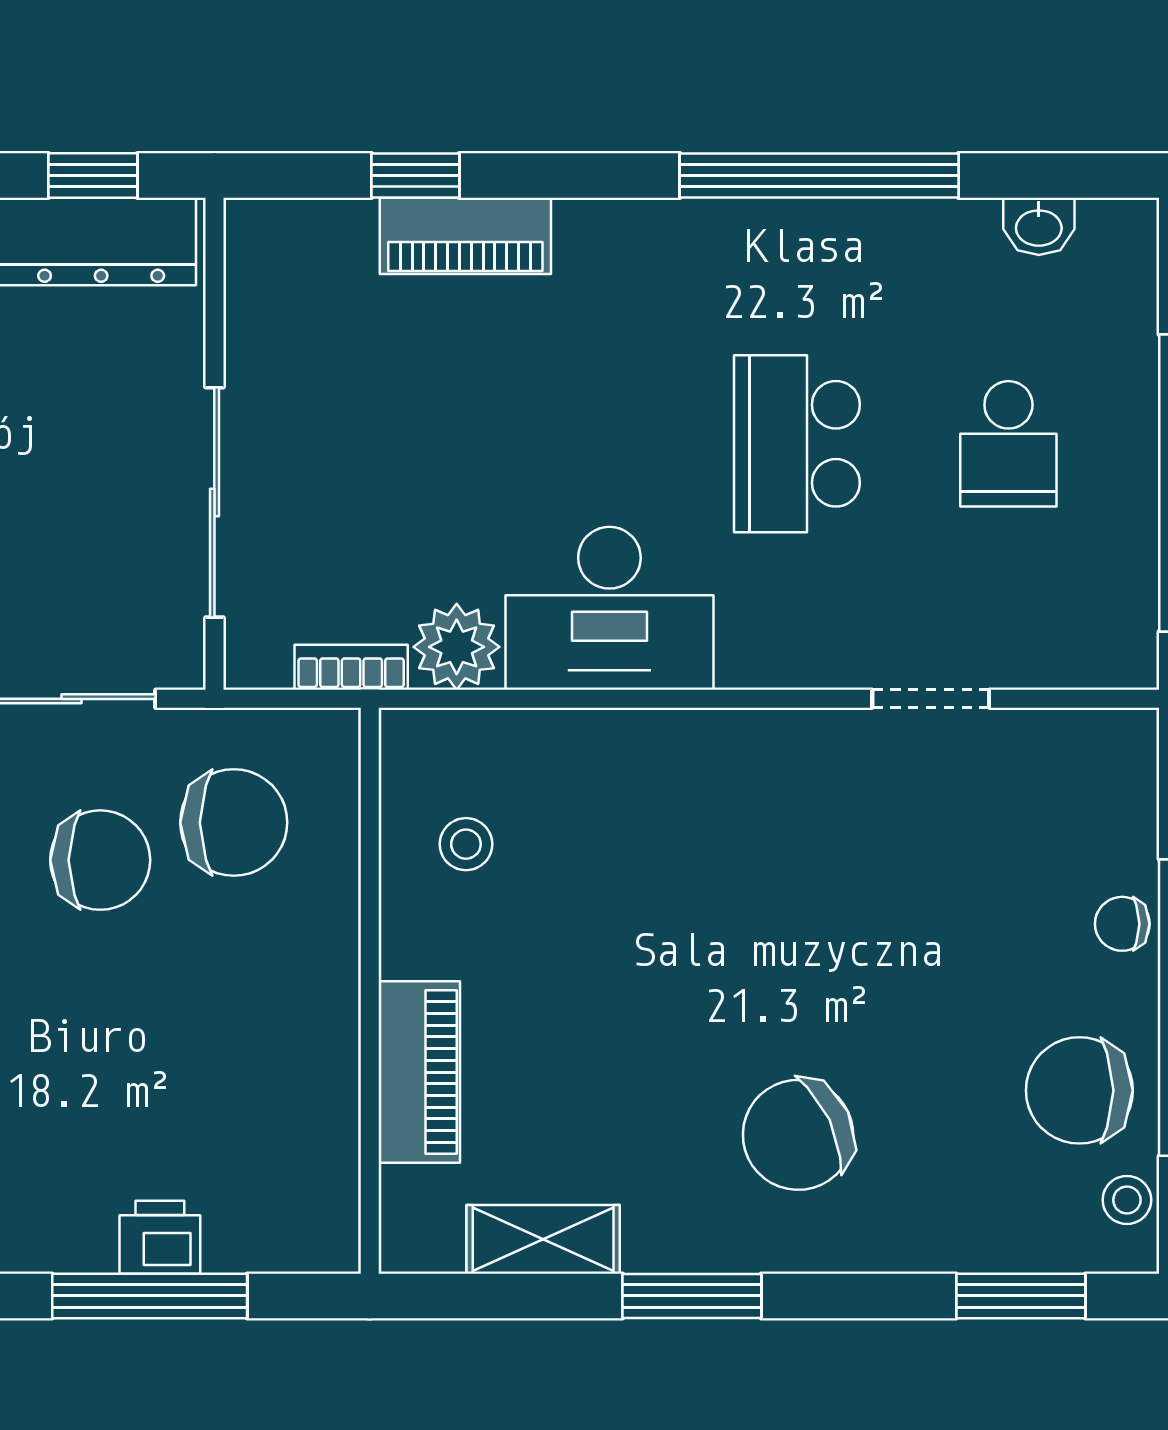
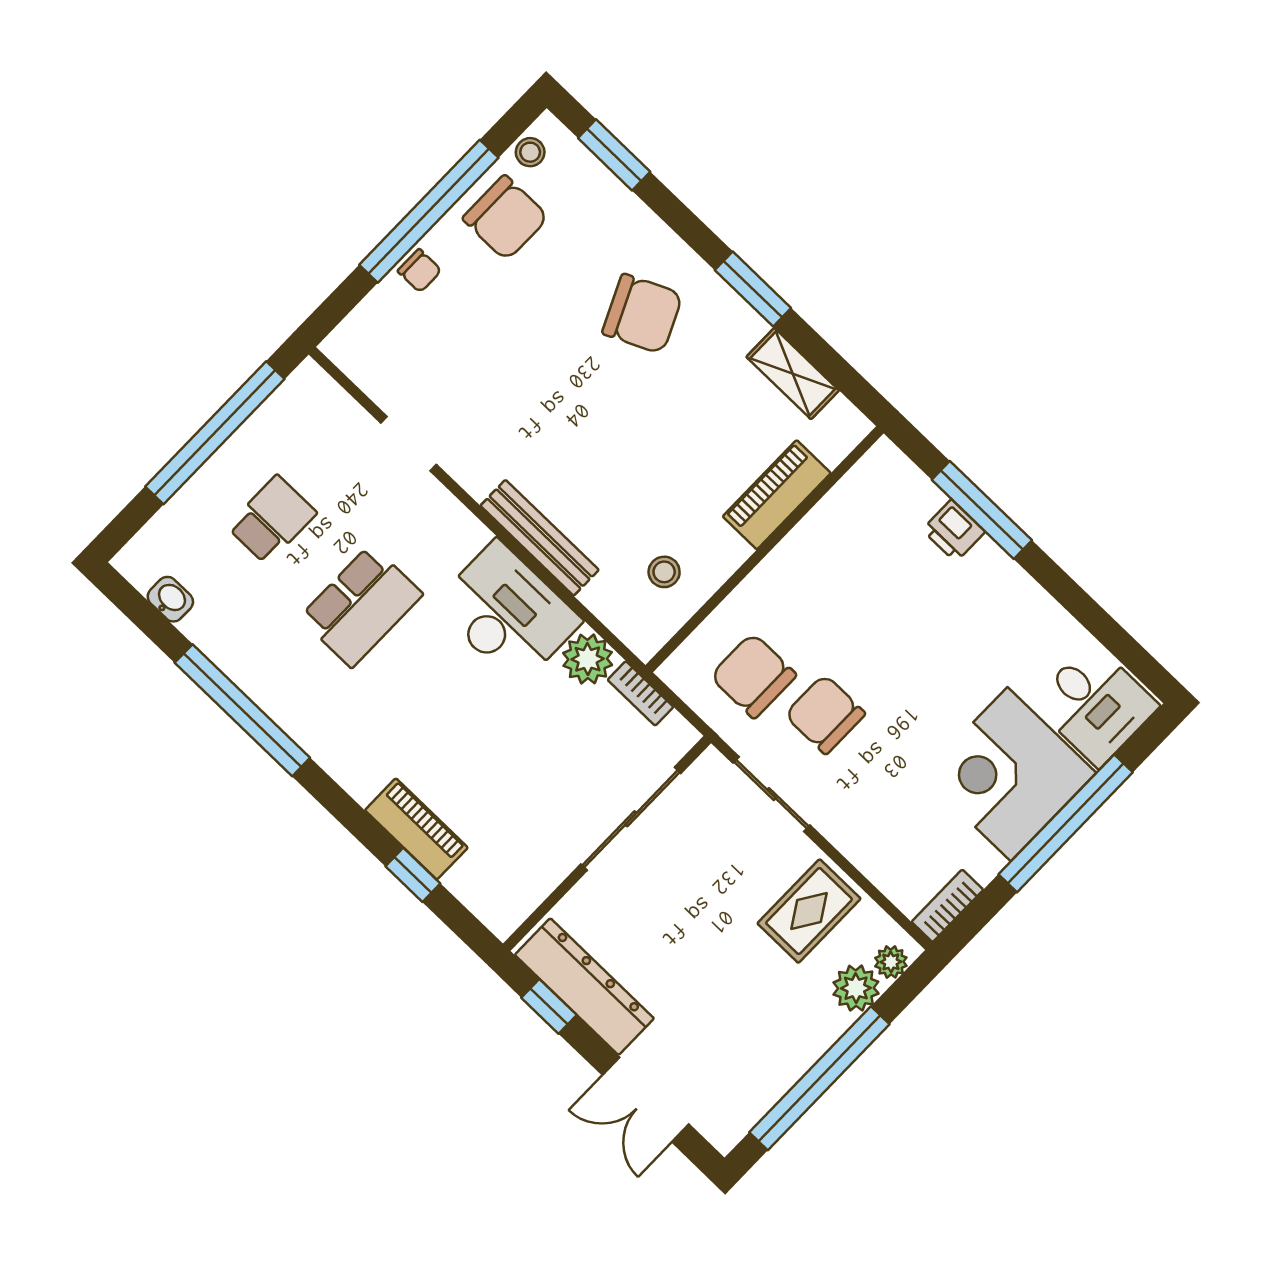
bench: (659, 739) -> (540, 538), added

